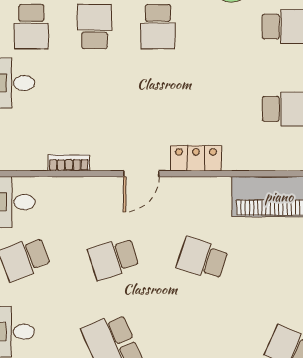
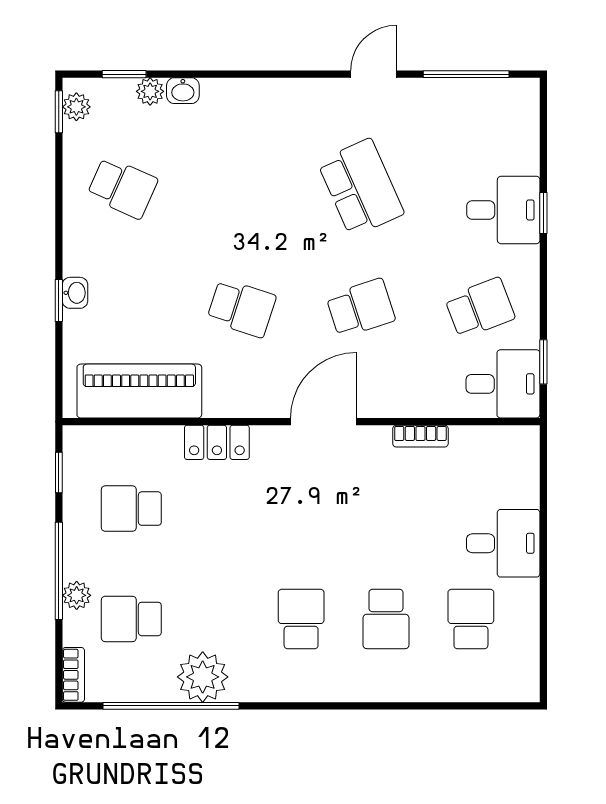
locker: (196, 158) -> (217, 442), moved
door: (141, 174) -> (323, 422), width x1.38

